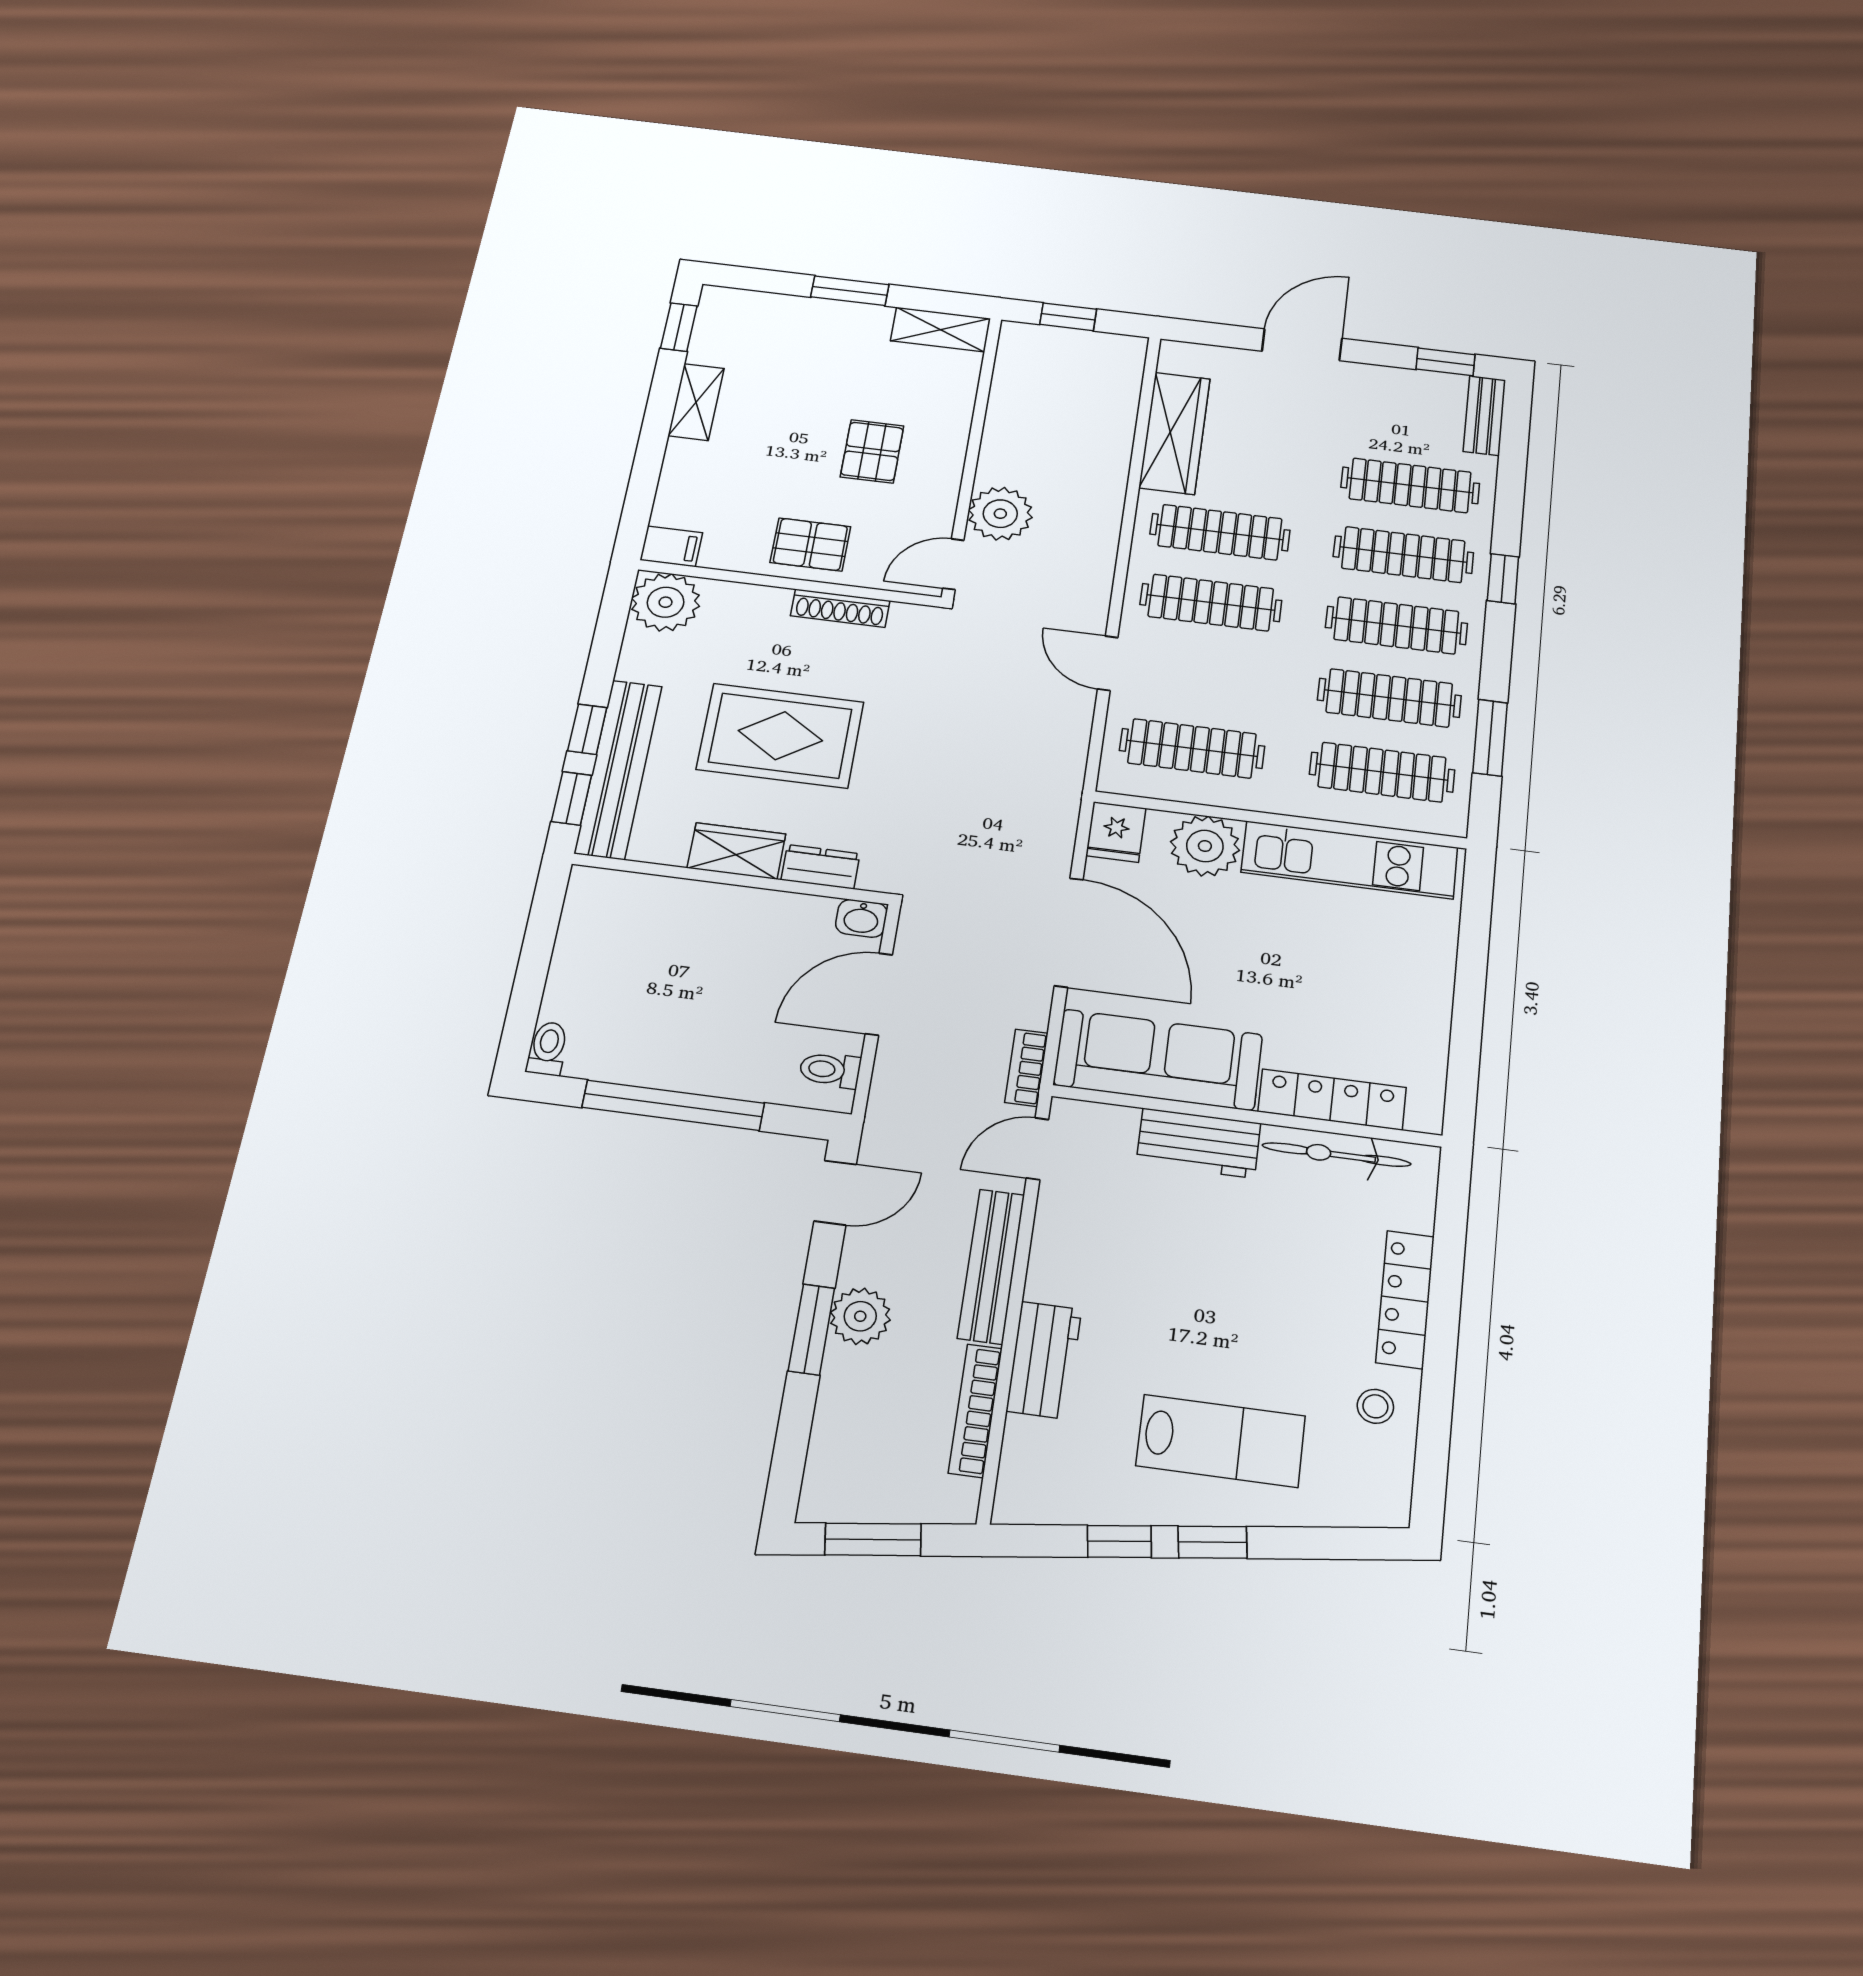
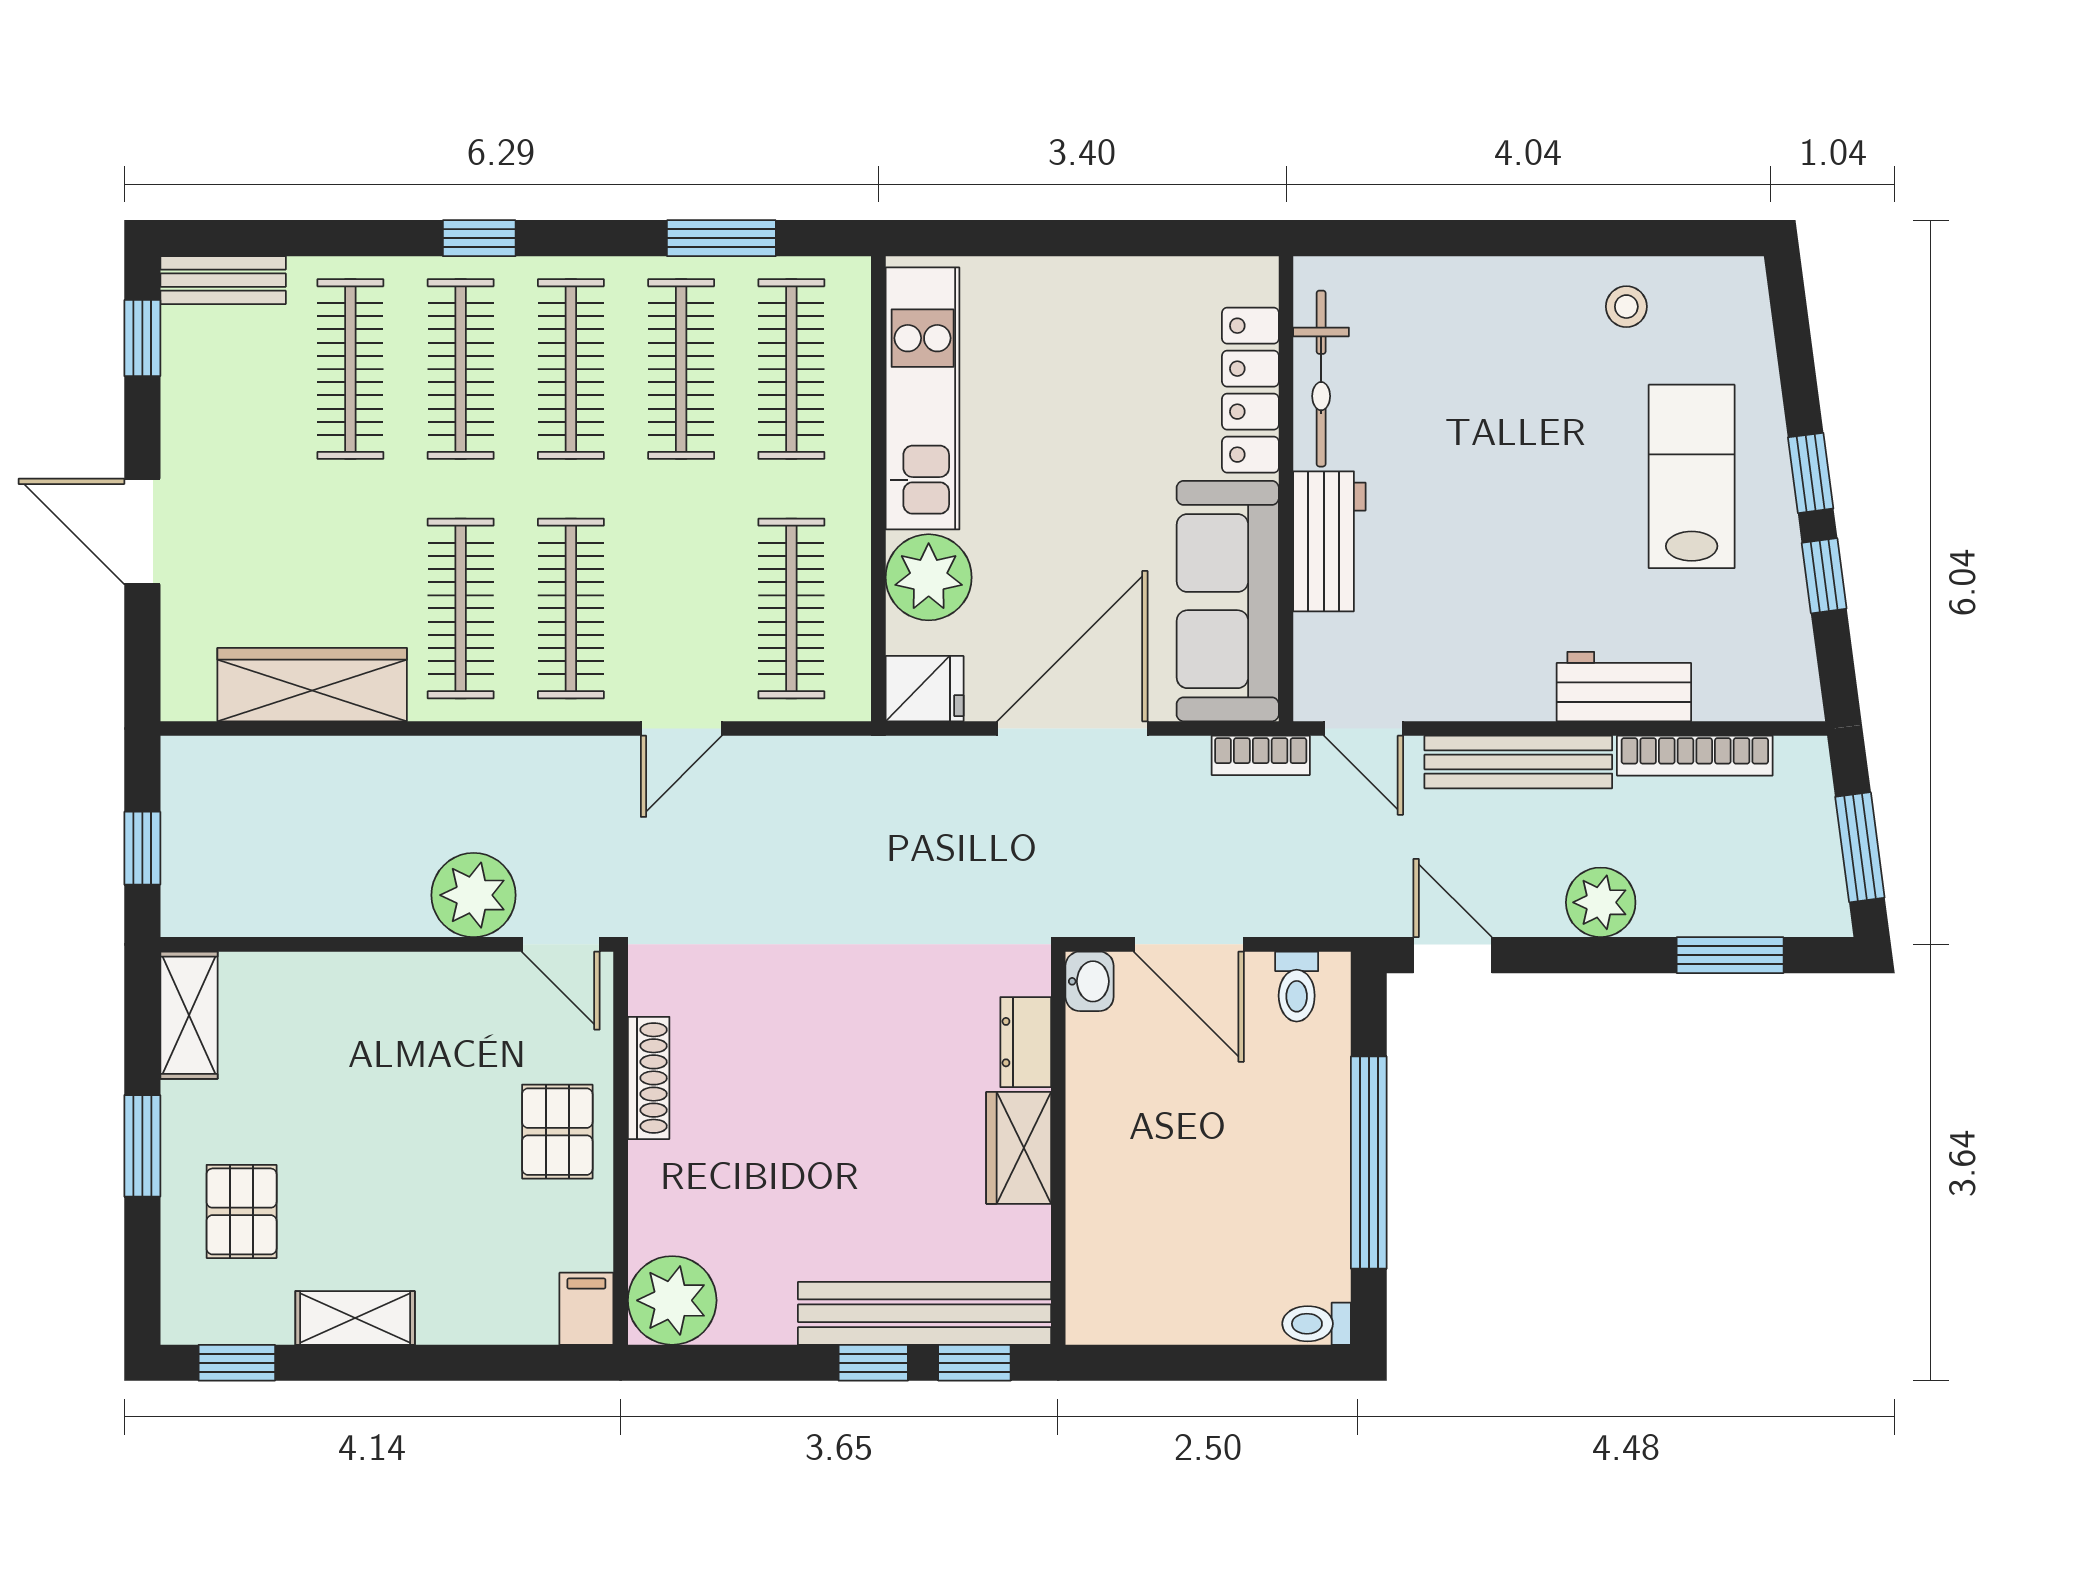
pallet: (872, 451) -> (242, 1211), moved, turned 90
rug: (780, 736) -> (848, 1122), removed
locker: (1405, 1299) -> (1492, 283), removed
window: (811, 1329) -> (1730, 955), moved

